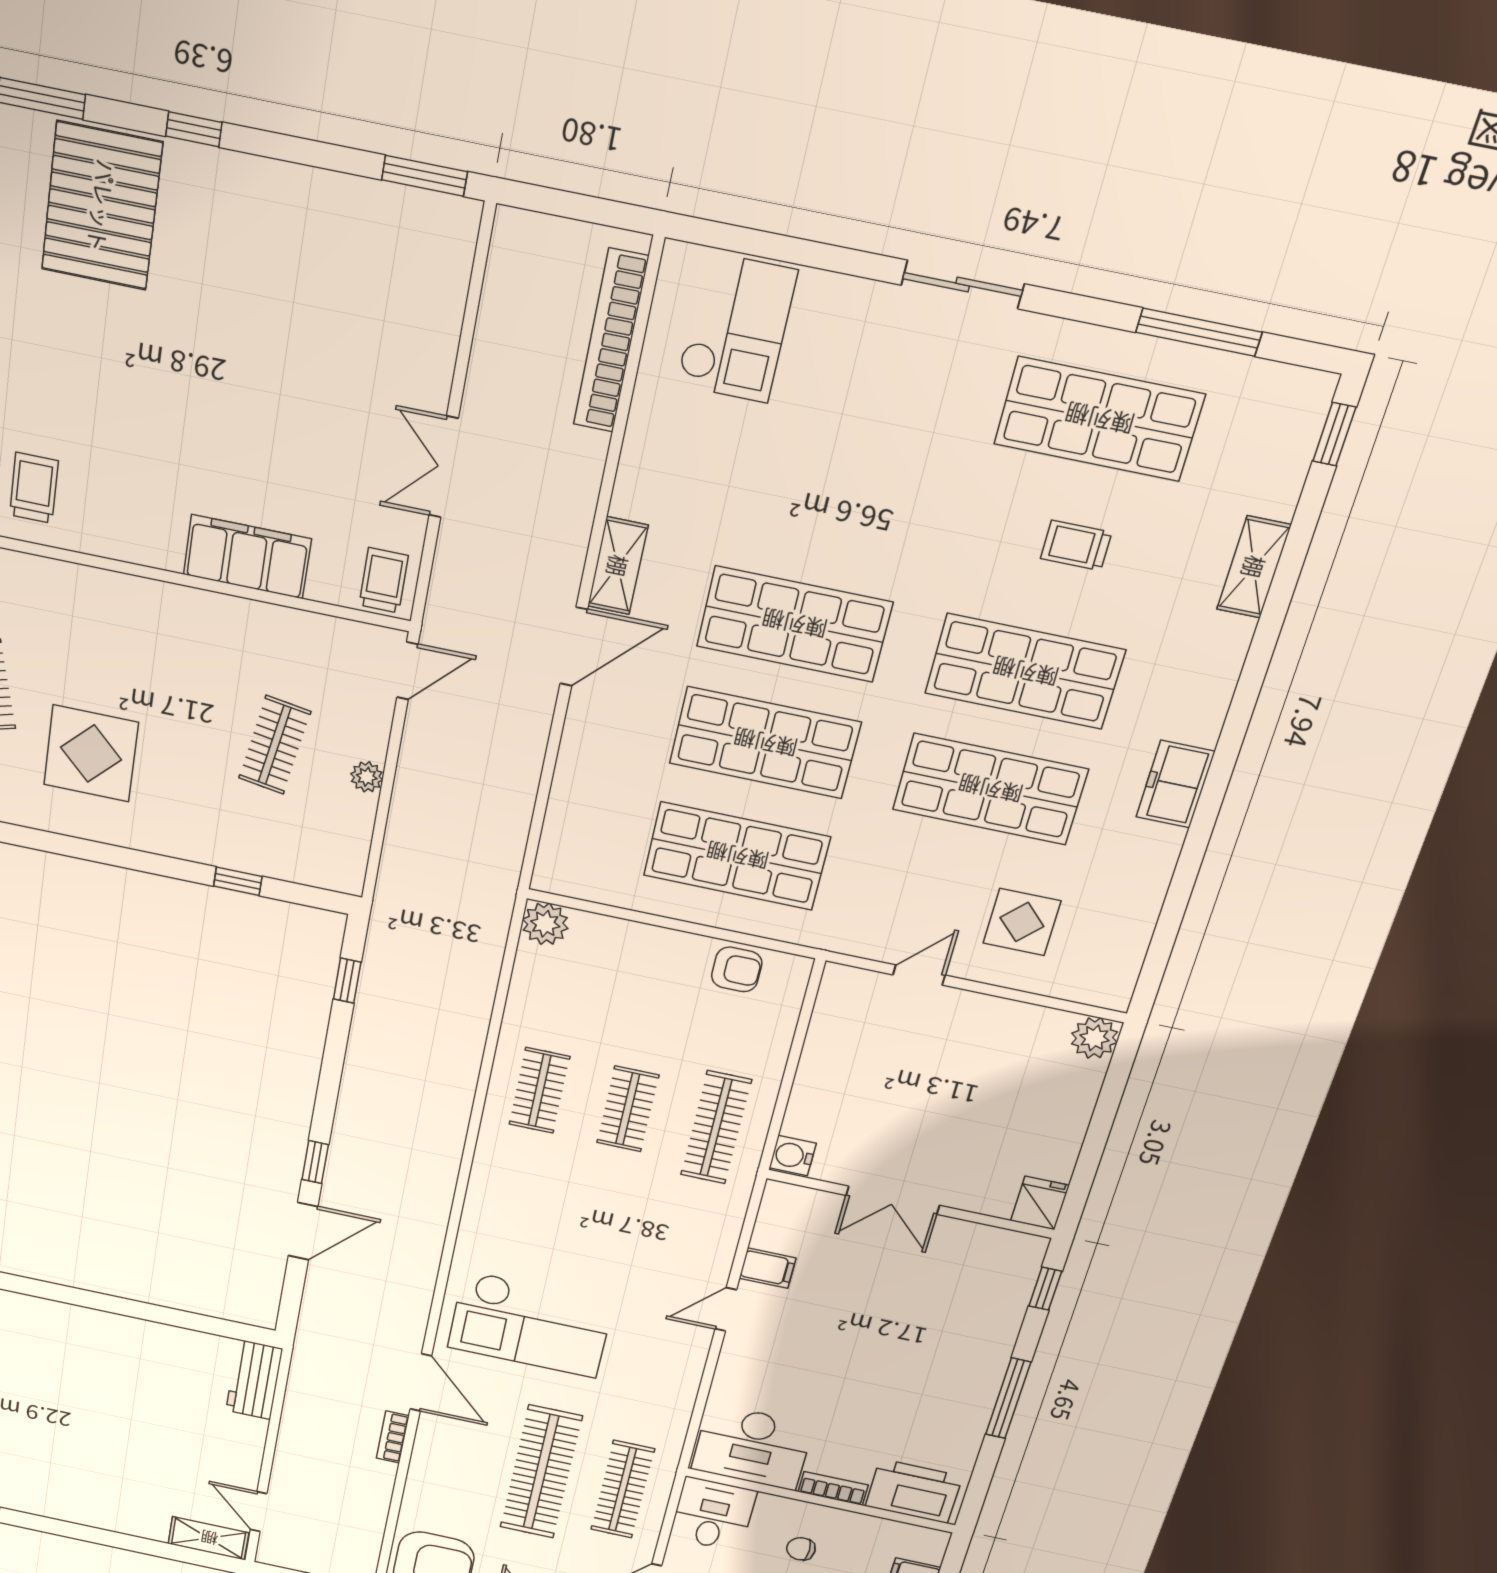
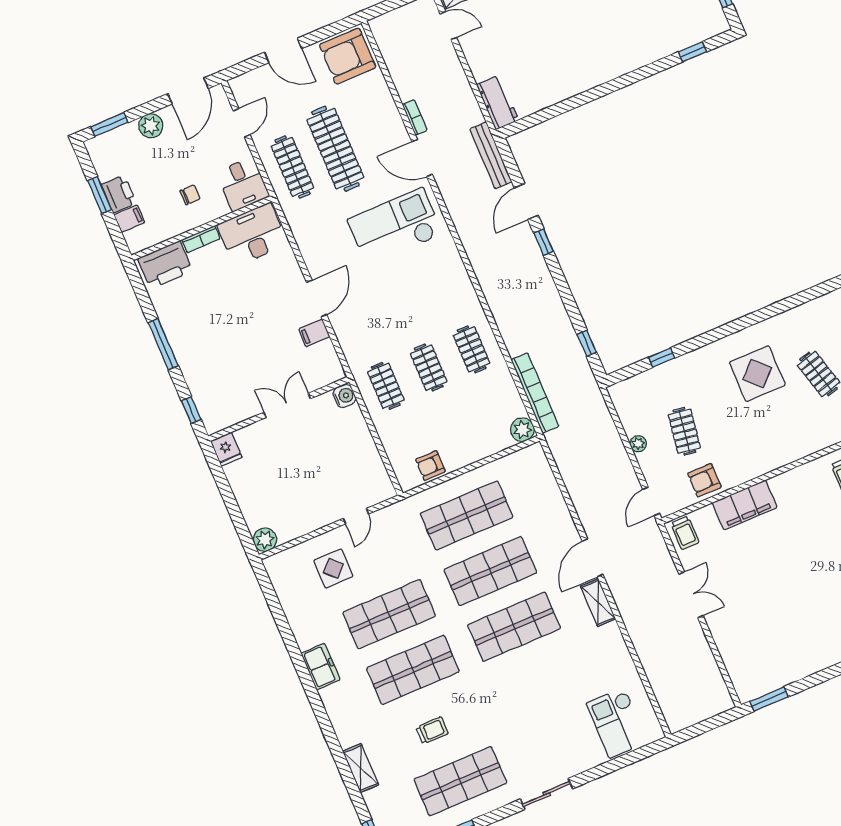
bookcase: (611, 341) -> (535, 393), moved
armchair: (292, 644) -> (704, 480), added
clothes rail: (716, 1127) -> (386, 386), width x0.73
door: (726, 1309) -> (317, 299), width x1.38
bench: (314, 1322) -> (491, 155), added

